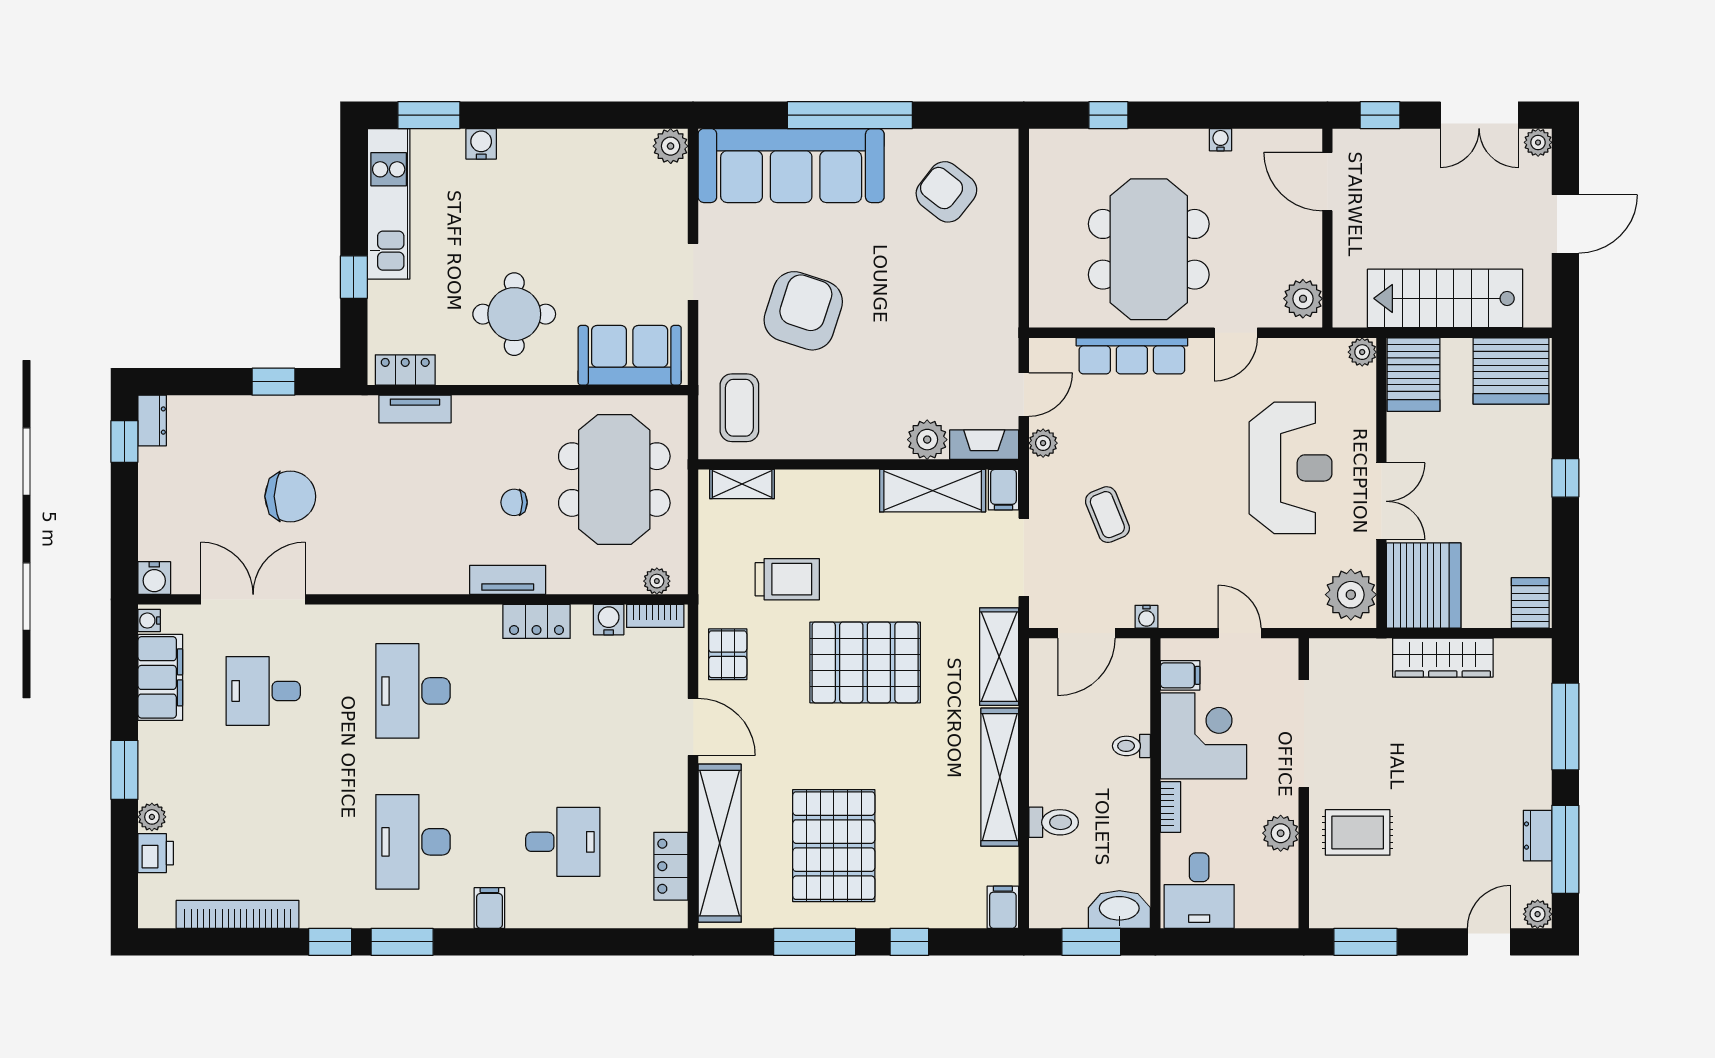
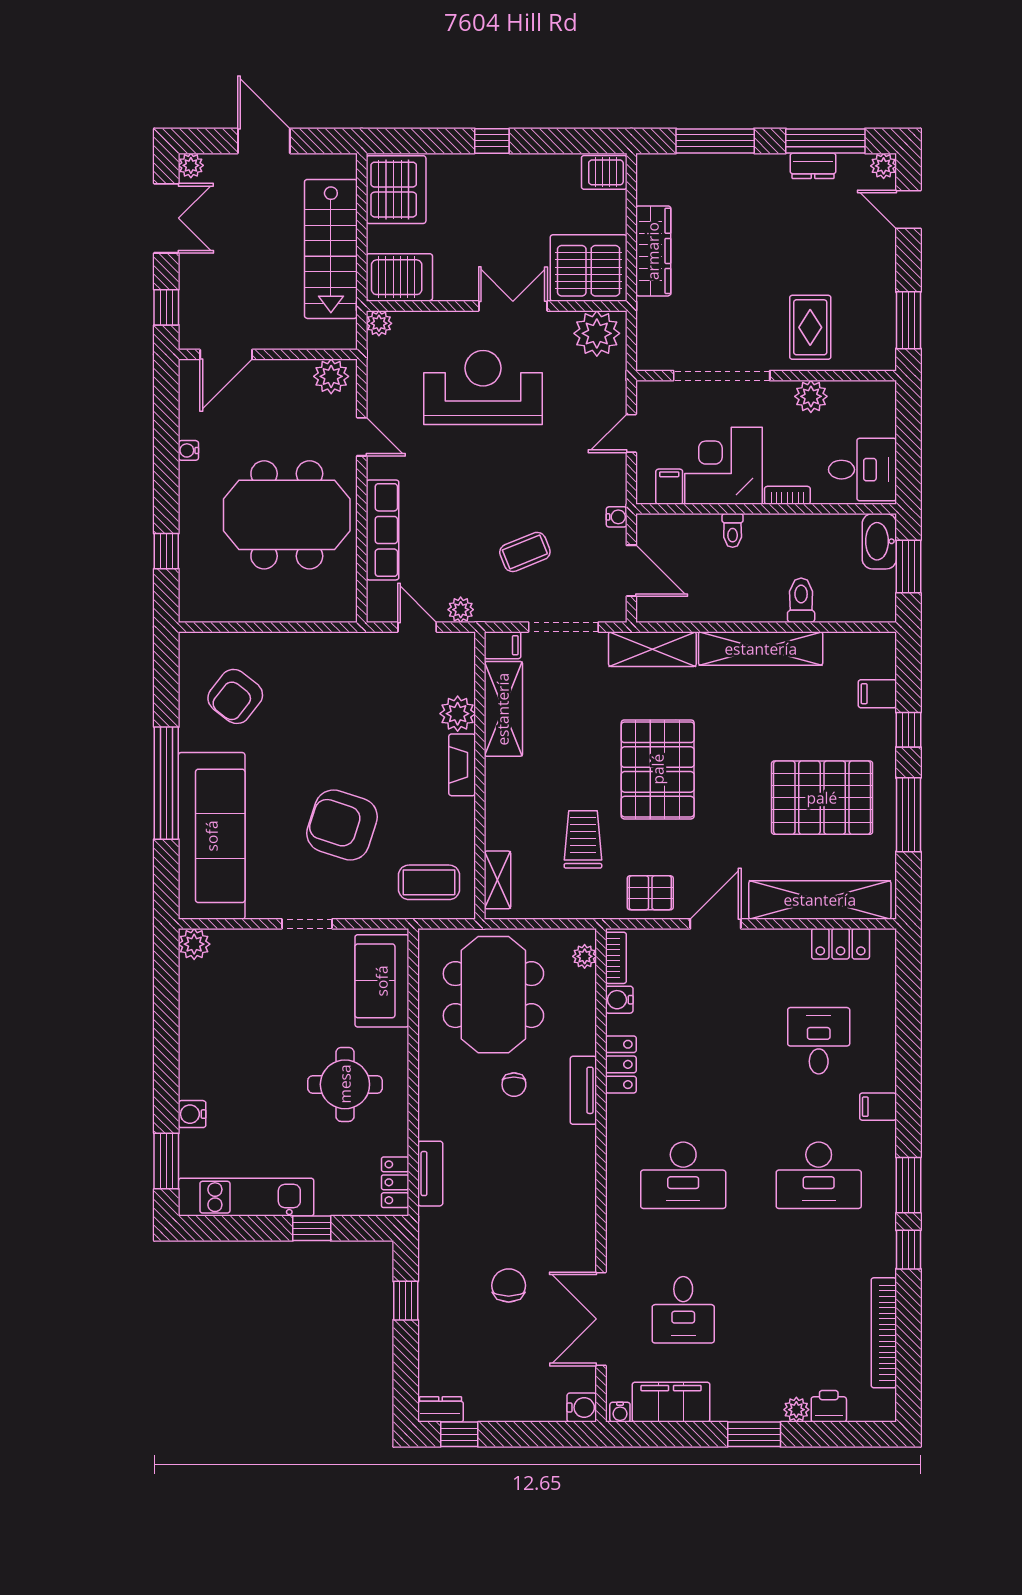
fireplace: (984, 445) -> (462, 765), moved
meeting table: (614, 480) -> (493, 995), turned 90
chair: (290, 496) -> (509, 1285), width x0.73, depth x0.73
filing cabinet: (1003, 907) -> (877, 694), moved

